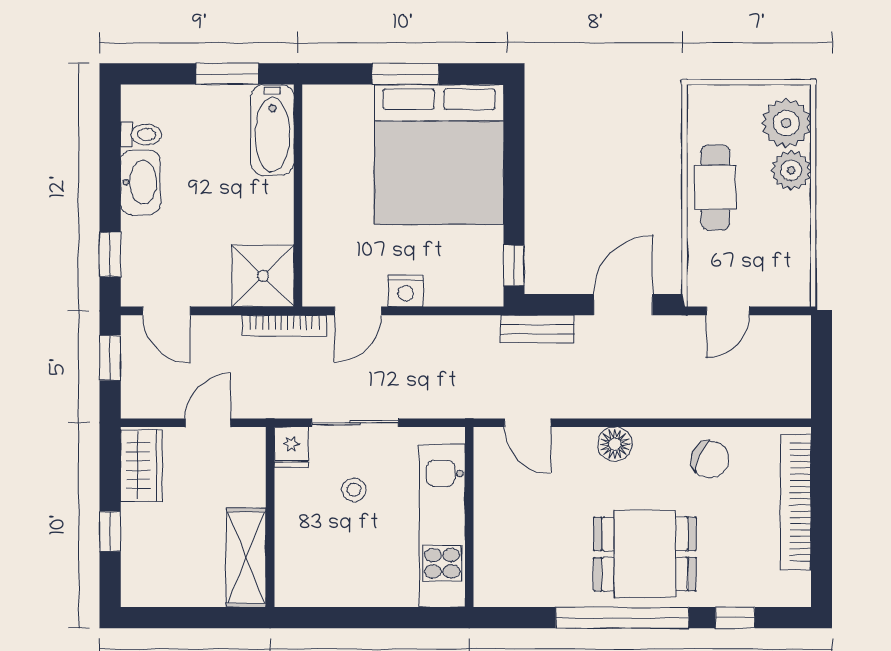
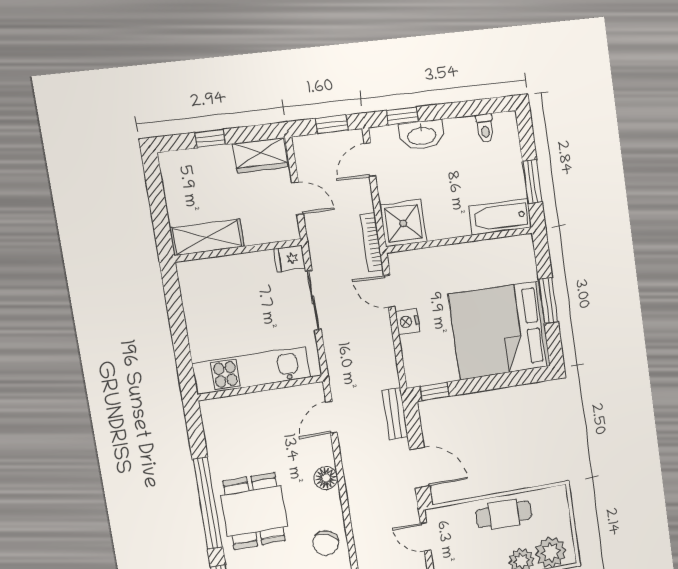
washbasin: (140, 182) -> (422, 135), moved
stool: (354, 490) -> (267, 306), removed

